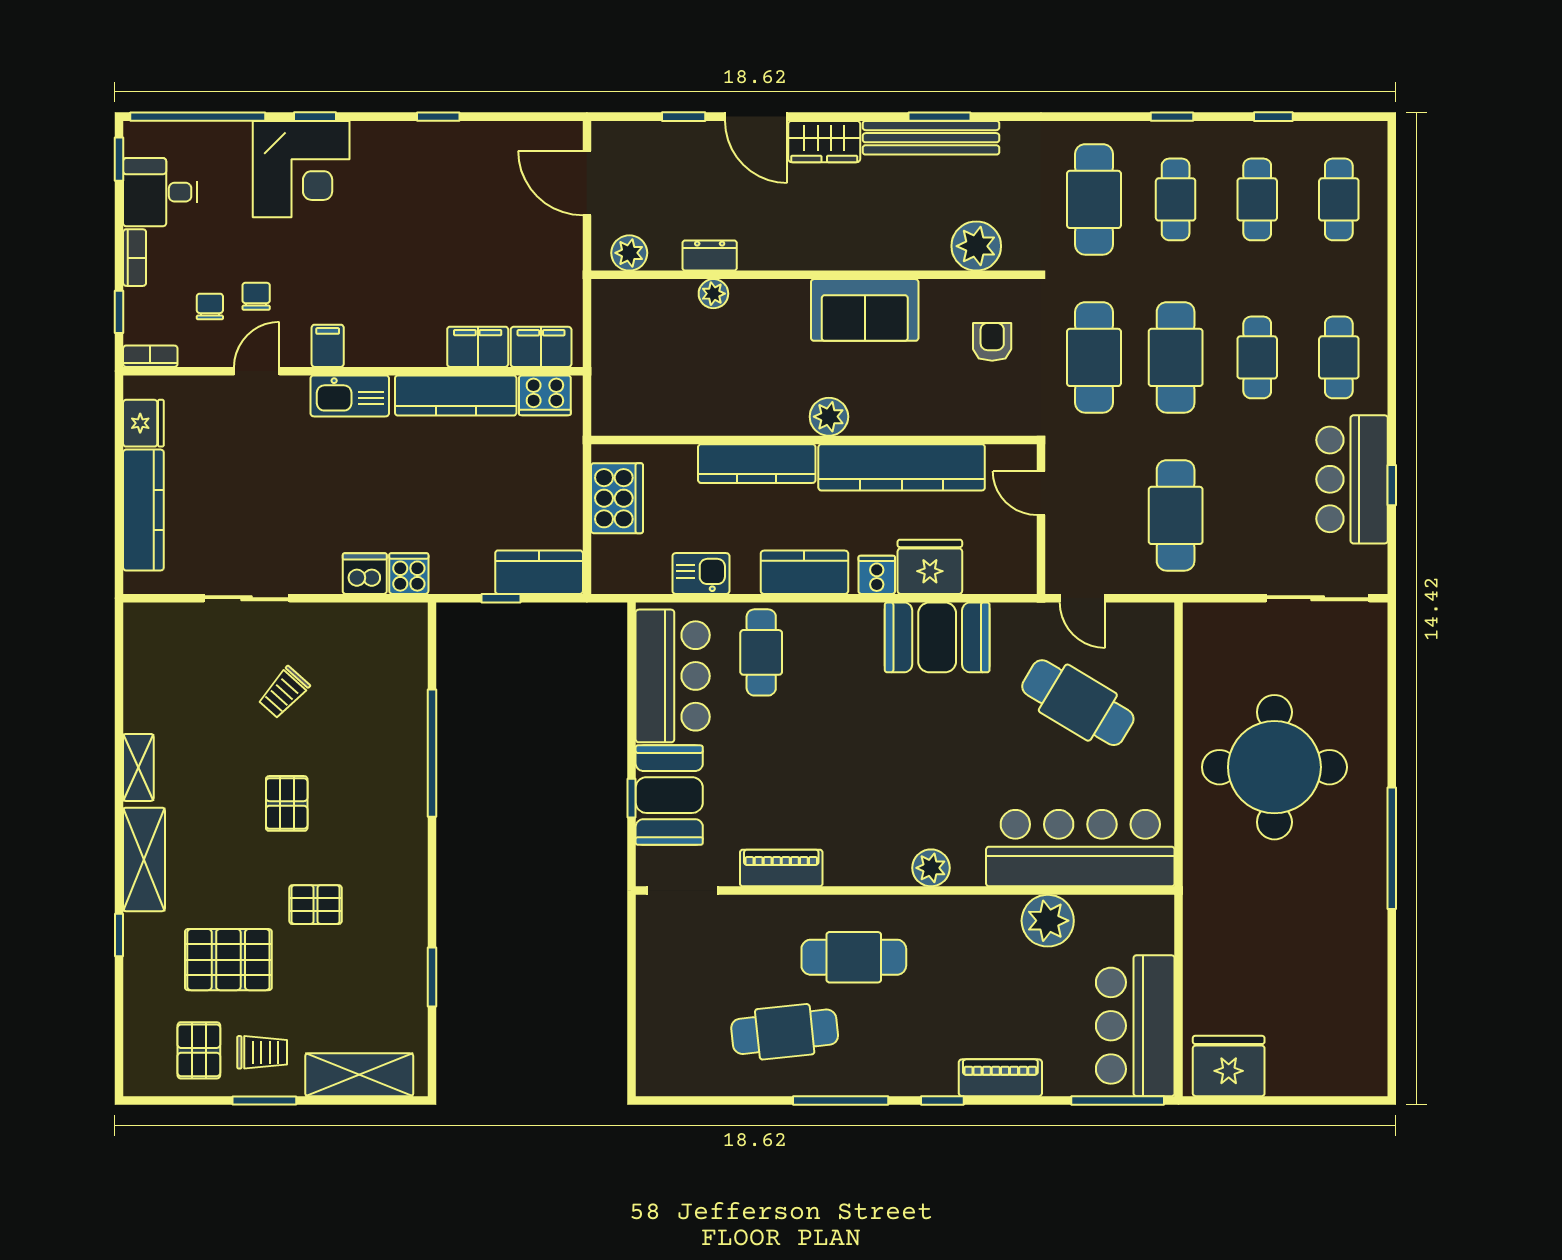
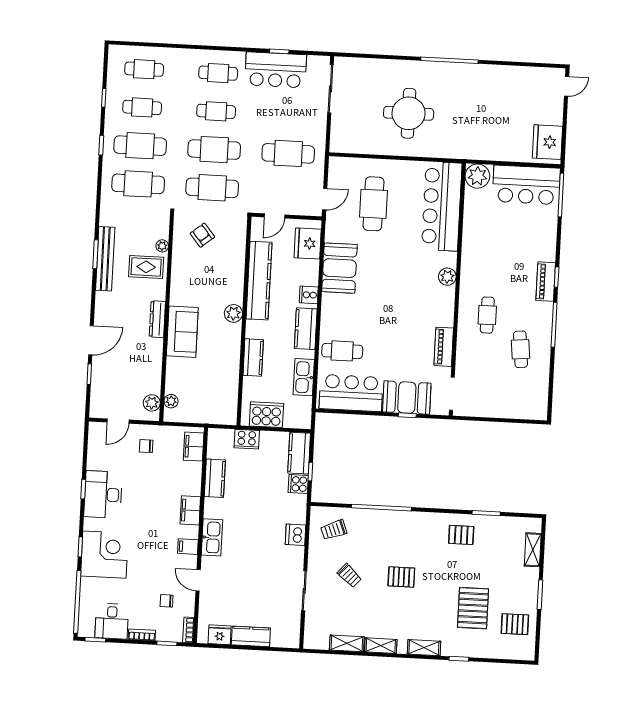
wardrobe: (824, 142) -> (104, 309), removed
desk: (429, 160) -> (103, 494), added
door: (587, 183) -> (118, 421), width x0.73
cafe table: (1176, 199) -> (140, 146), width x1.37, depth x1.35
rug: (918, 226) -> (146, 267), added
plant: (976, 246) -> (162, 246), width x0.53, depth x0.53
dresser: (710, 256) -> (157, 319), moved, width x1.44
plant: (713, 294) -> (171, 401), moved
chair: (256, 296) -> (146, 446), moved
sofa: (865, 310) -> (182, 332), moved
armchair: (992, 342) -> (202, 235), turned 51
filing cabinet: (478, 347) -> (190, 510), moved
cooker: (545, 395) -> (247, 439), moved, turned 90
kitchen counter: (456, 396) -> (215, 478), width x0.67
kitchen counter: (757, 464) -> (253, 358), width x0.67
kitchen counter: (143, 510) -> (251, 636), width x0.67
fridge: (930, 567) -> (308, 243), moved
cooker: (409, 574) -> (298, 484), moved
kitchen sink: (701, 574) -> (304, 377), width x1.38
shelving: (139, 695) -> (347, 643), added
cafe table: (1078, 703) -> (373, 204), turned -31
round table: (1274, 767) -> (409, 113), width x0.73, depth x0.73
shelving: (144, 859) -> (424, 648), width x0.67, depth x0.75
pallet: (316, 905) -> (461, 535), moved, turned 90
plant: (1048, 921) -> (477, 176), moved
cafe table: (854, 957) -> (487, 315), width x0.73, depth x0.74
cafe table: (785, 1032) -> (521, 349), width x0.73, depth x0.74
trolley: (262, 1052) -> (334, 530), moved, turned -111
shelving: (359, 1075) -> (533, 550), width x0.67, depth x0.75
piano: (1000, 1078) -> (546, 282), moved
door: (1350, 1100) -> (567, 86), added

